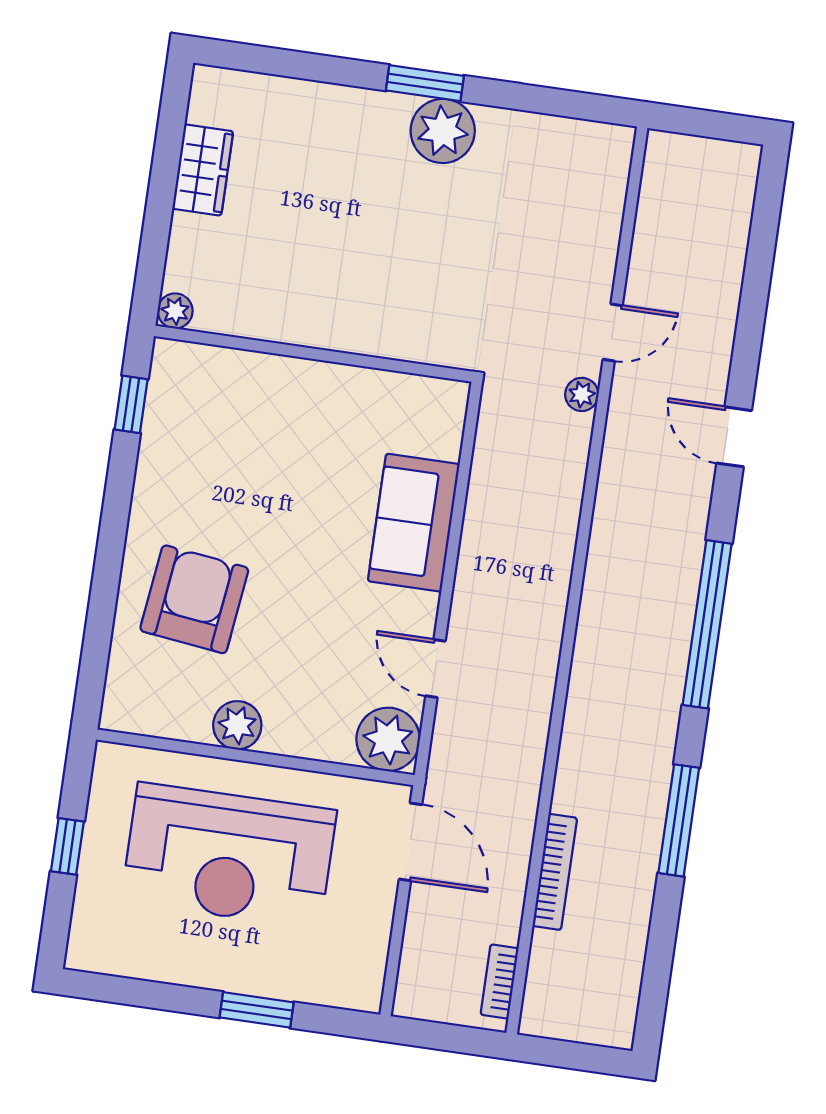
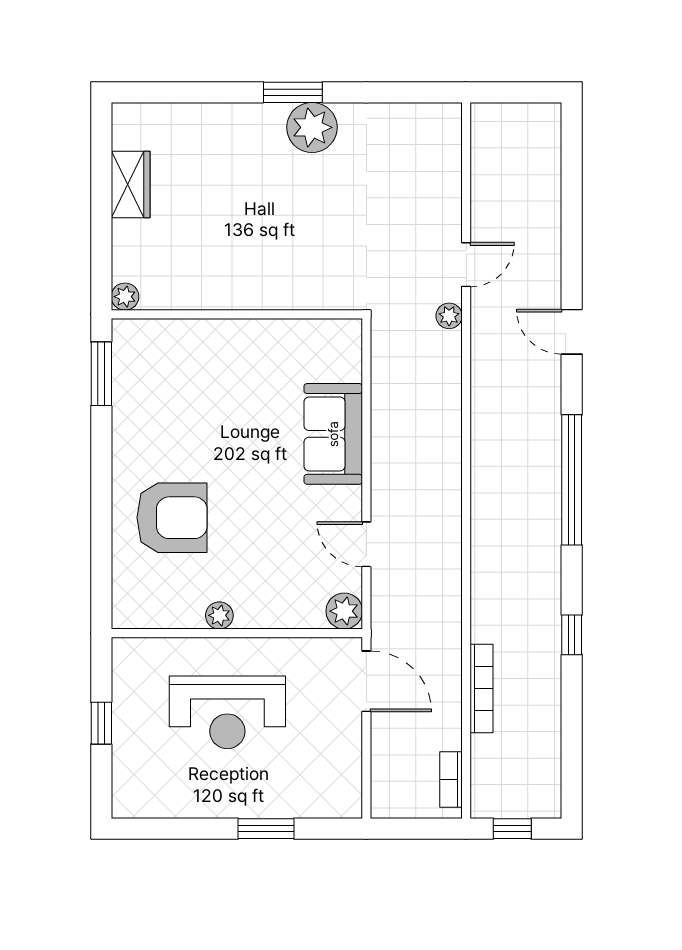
window: (131, 404) -> (101, 374), width x1.50
armchair: (194, 599) -> (172, 518), turned 83
plant: (237, 725) -> (219, 615), width x0.73, depth x0.73
plant: (388, 739) -> (344, 611), width x0.73, depth x0.73
window: (679, 820) -> (572, 635), width x0.46
reception desk: (229, 856) -> (227, 712), width x0.74, depth x0.77
window: (568, 1055) -> (512, 829), added

